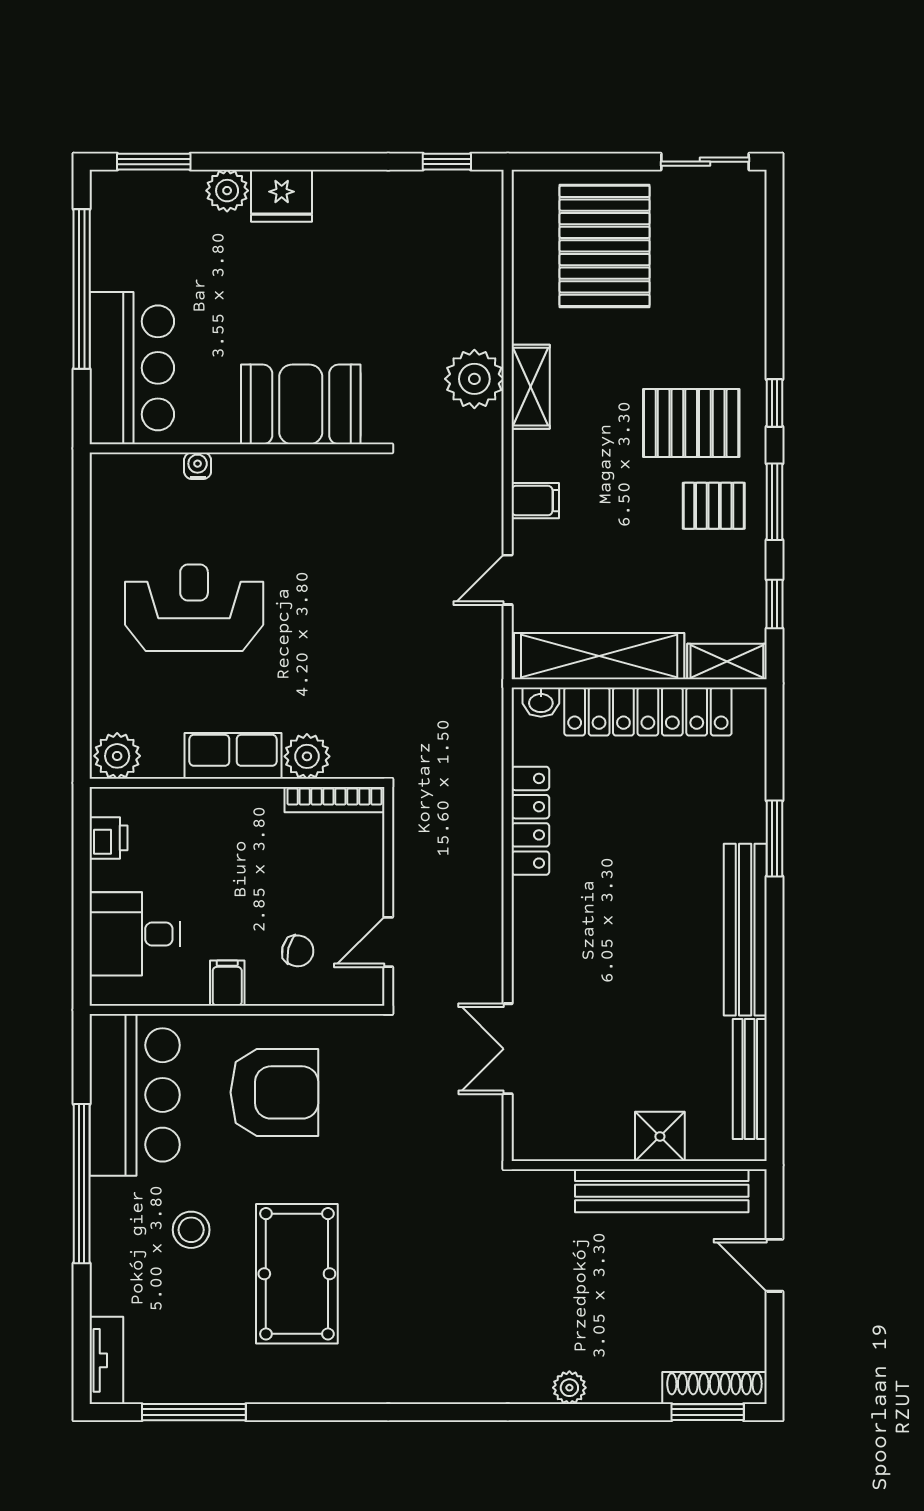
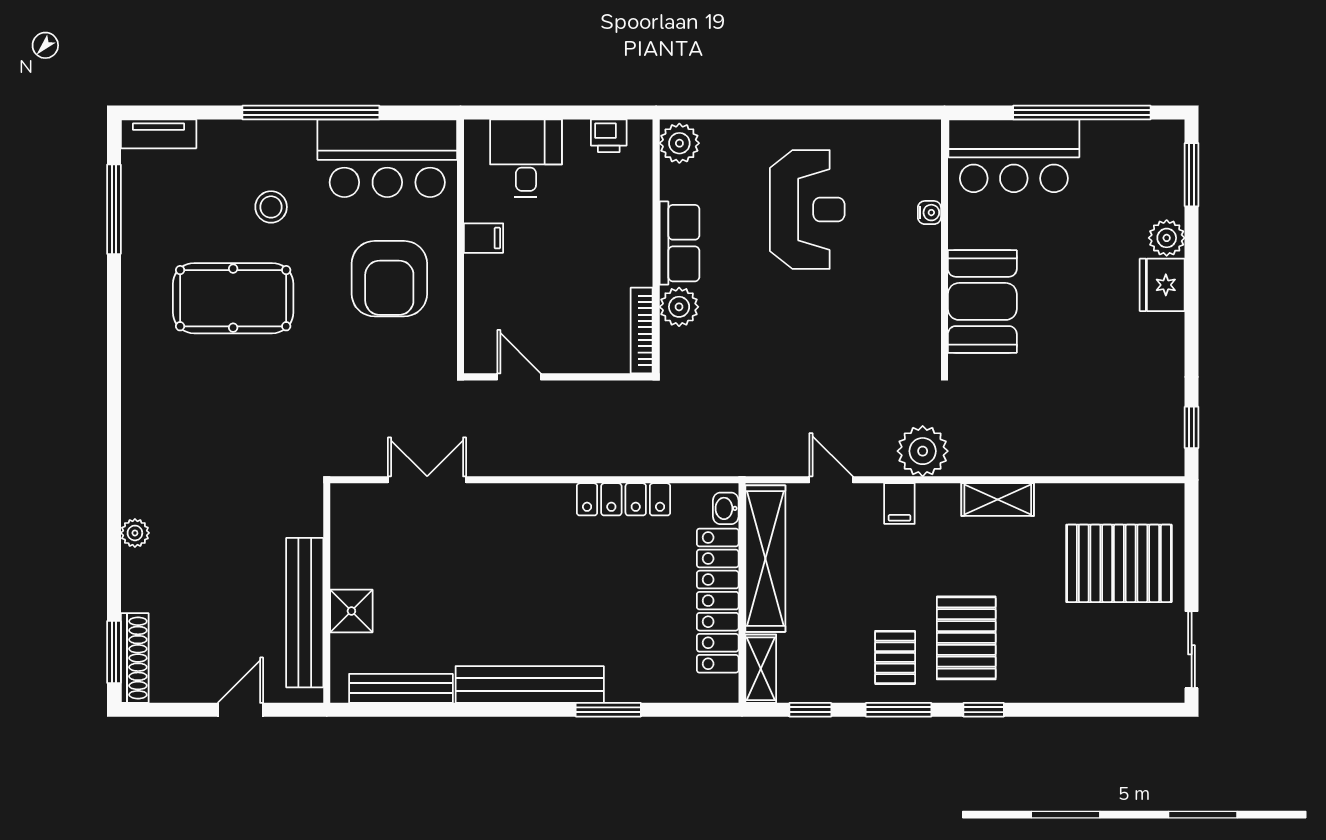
plant: (474, 379) -> (923, 451), moved
chair: (298, 951) -> (511, 299), removed

